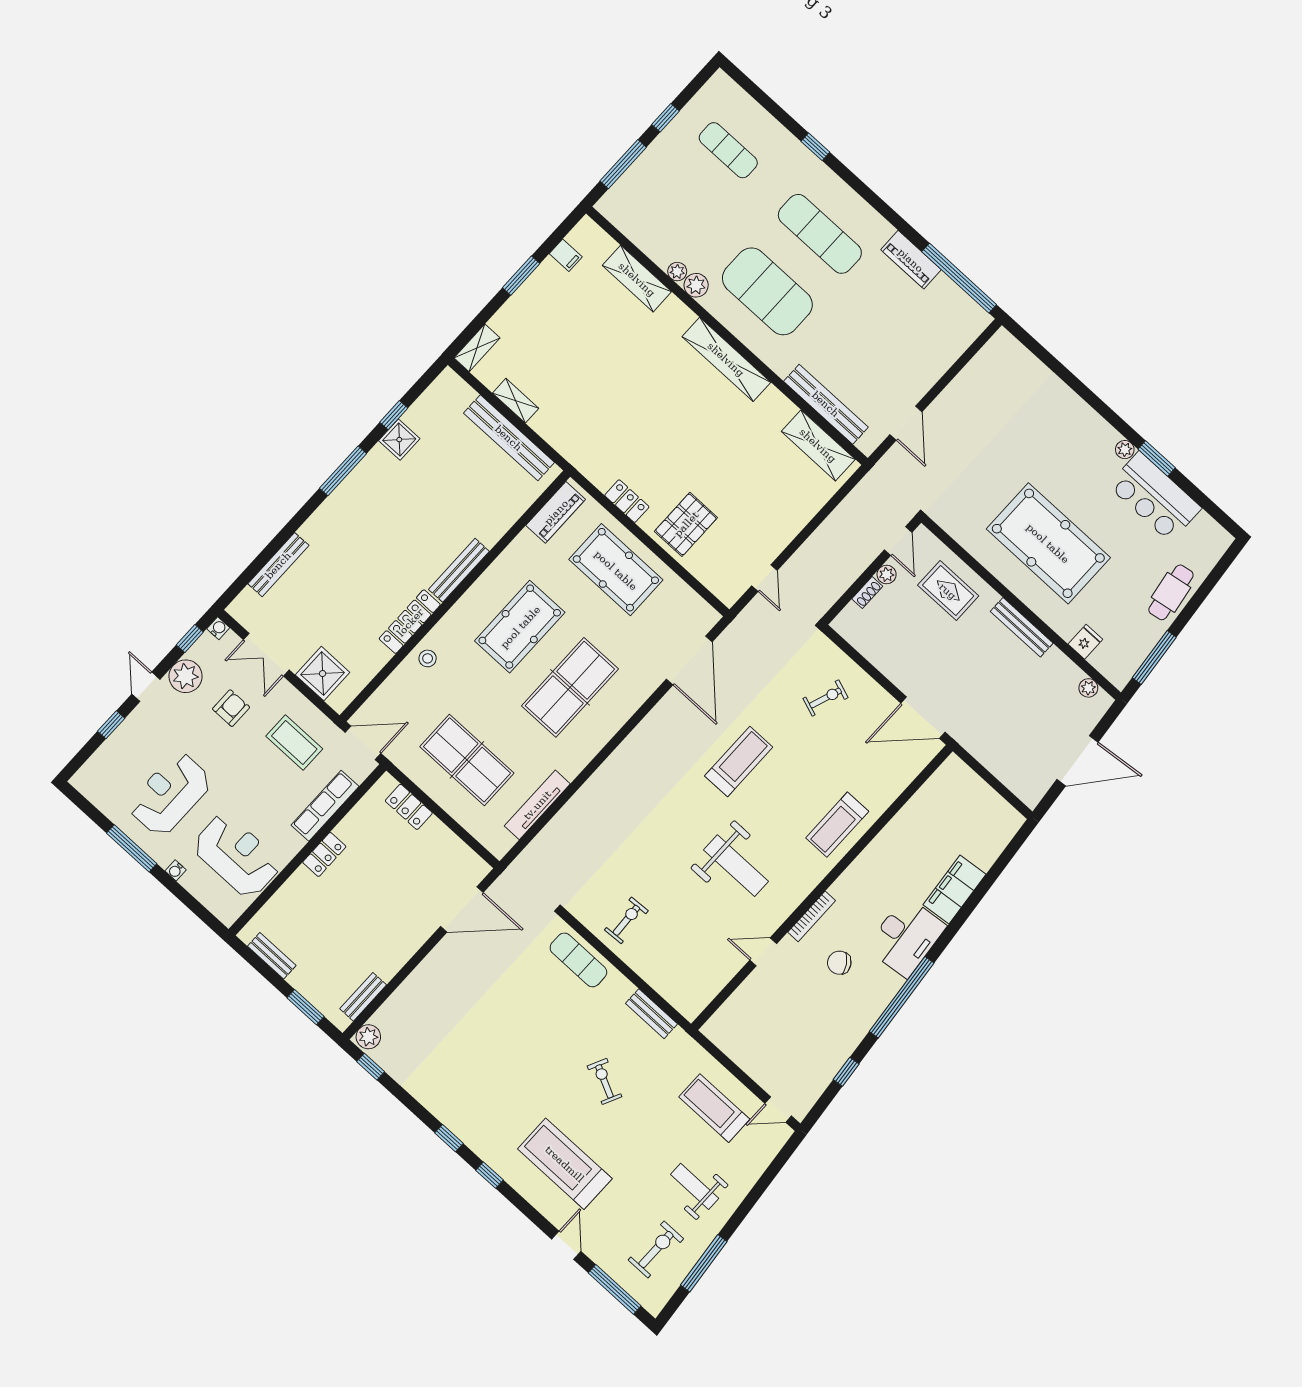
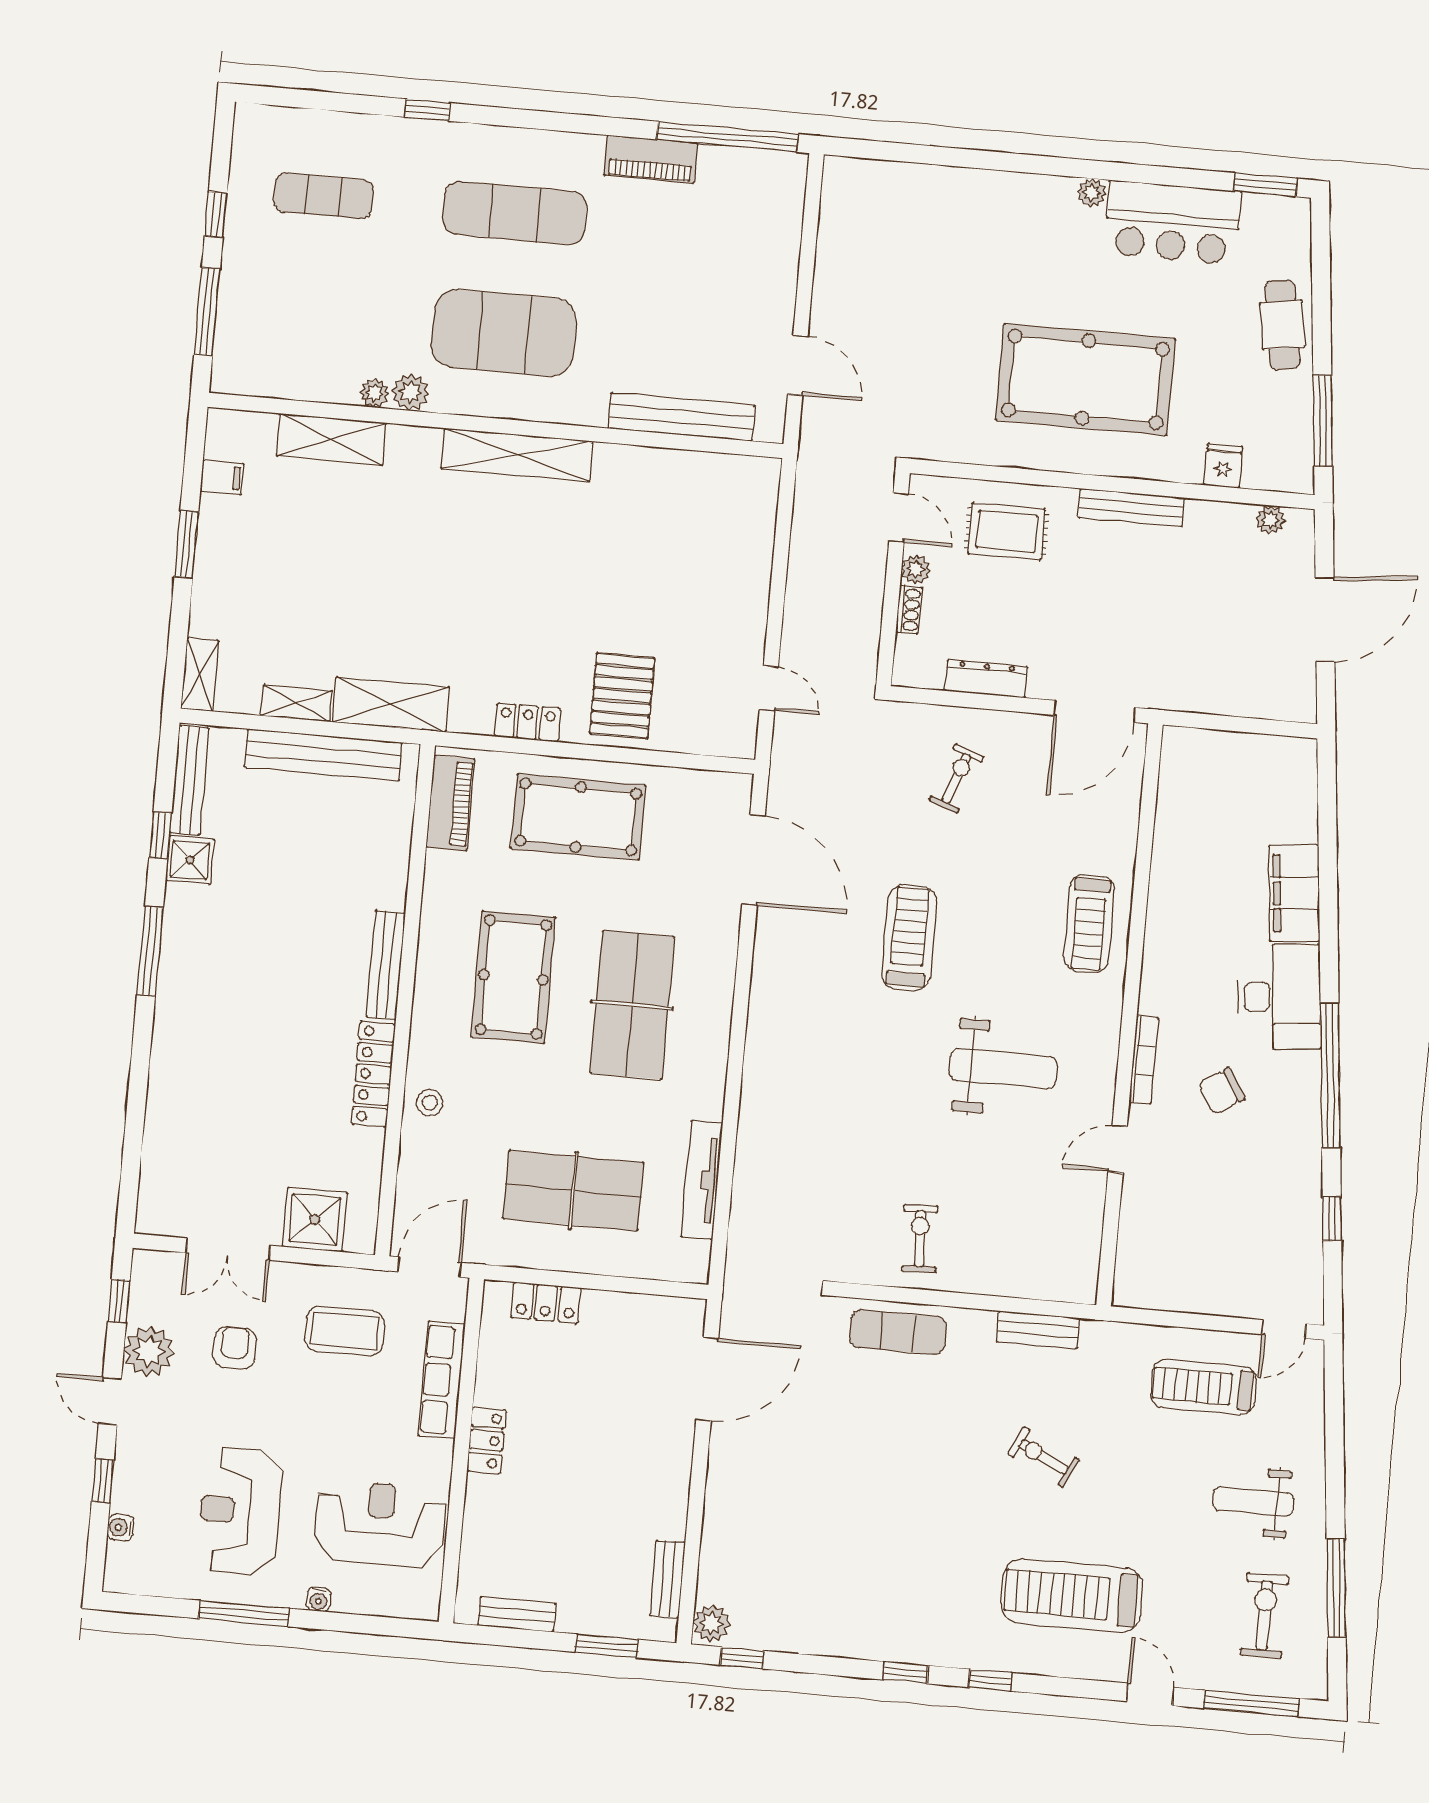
shelving: (818, 445) -> (391, 704), moved
window: (1157, 458) -> (1265, 185), moved
bench: (278, 565) -> (189, 780), moved
water cooler: (218, 628) -> (120, 1527), moved, turned -90
dresser: (880, 658) -> (986, 679), added

